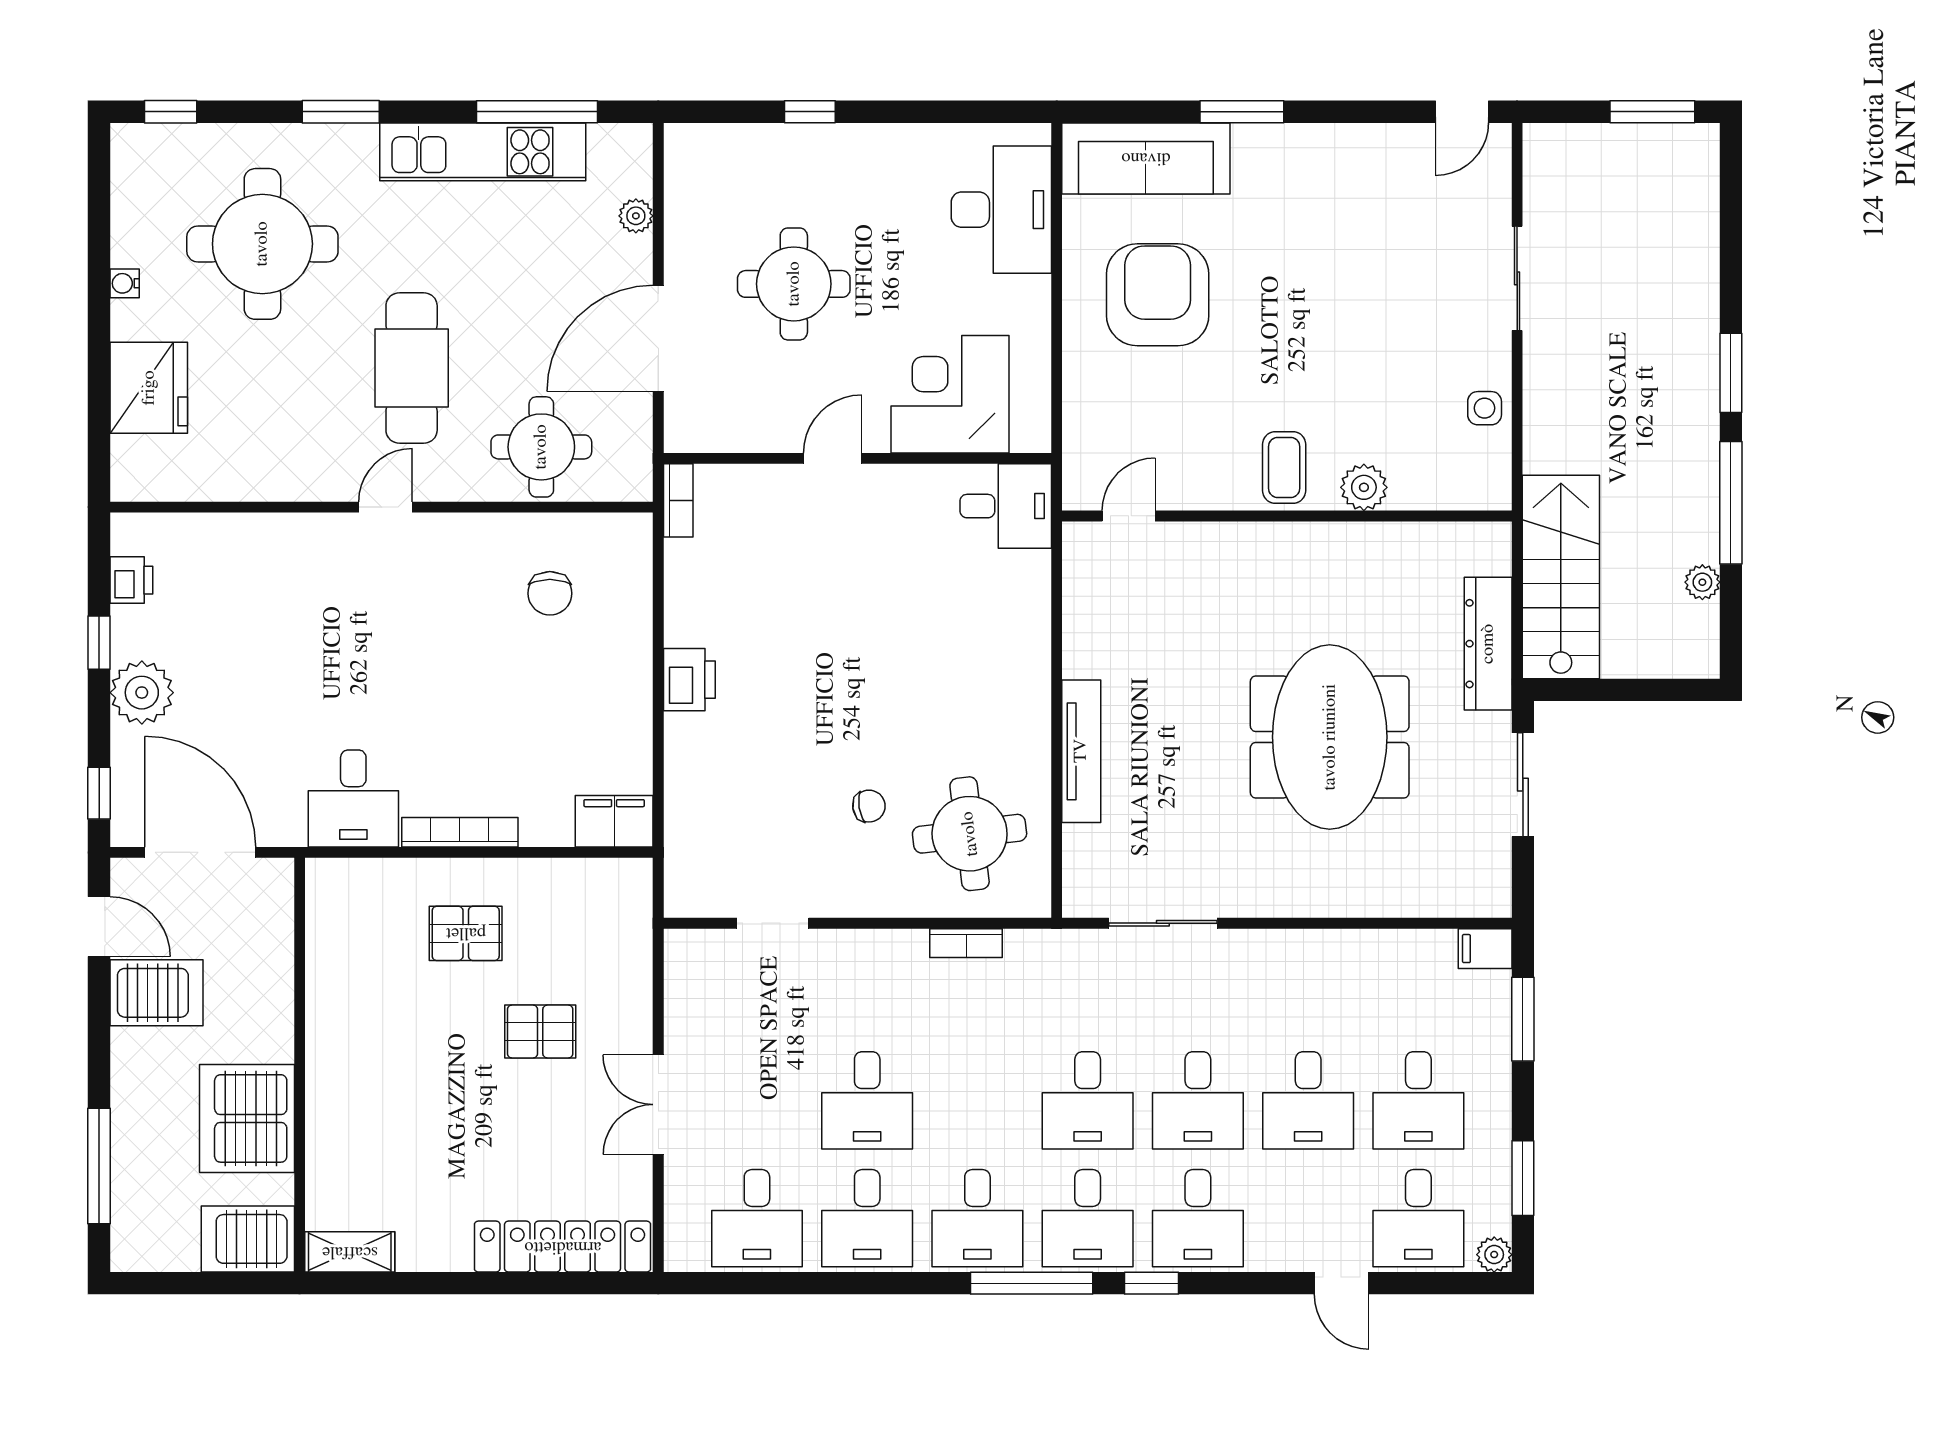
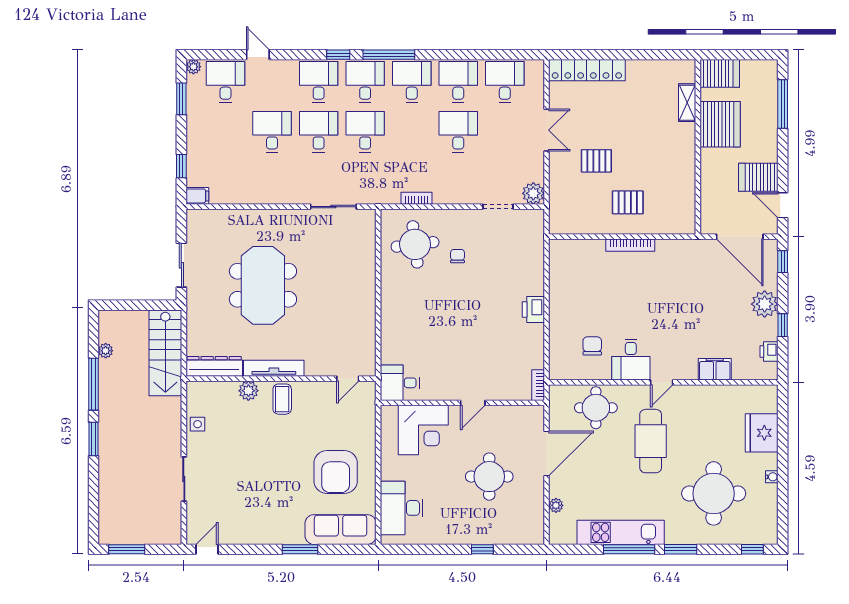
window: (537, 112) -> (629, 549), moved
dresser: (1488, 644) -> (214, 366), moved, turned -90
tv unit: (1081, 751) -> (274, 368), moved, turned 90
desk: (353, 798) -> (631, 360), moved, turned 180
chair: (869, 806) -> (458, 256), turned 99
filing cabinet: (614, 821) -> (715, 369), moved, turned 180
plant: (690, 955) -> (533, 193), added
window: (1523, 1019) -> (181, 166), width x0.67
desk: (1418, 1100) -> (225, 132), removed
shelving: (350, 1252) -> (687, 103), moved, turned 90

